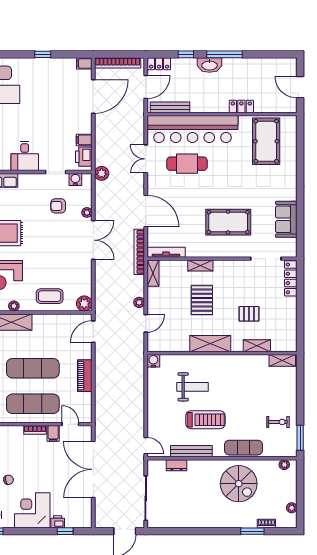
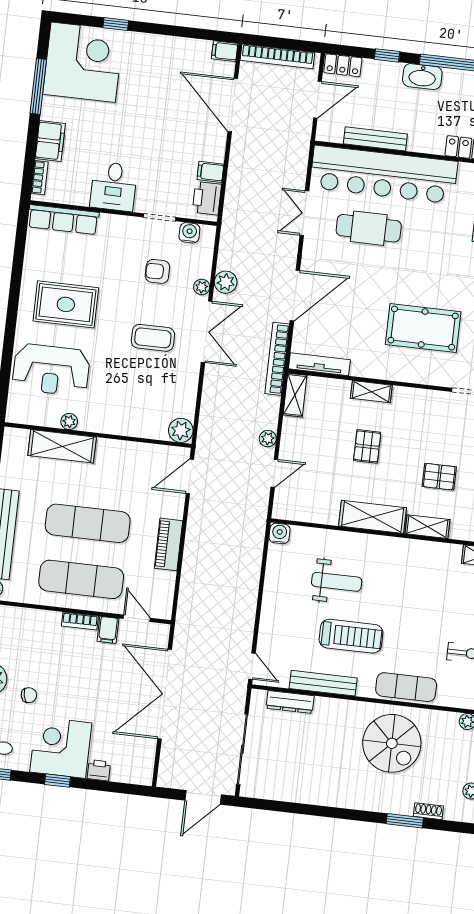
window: (43, 54) -> (116, 24), moved
door: (93, 97) -> (233, 105), swing flipped
bench: (170, 107) -> (375, 139), moved
plant: (102, 173) -> (226, 282), moved
door: (146, 211) -> (295, 295), hinge flipped
coffee table: (50, 296) -> (153, 338), moved
pallet: (202, 300) -> (367, 446), width x0.67, depth x0.71
shelving: (257, 346) -> (427, 527), moved
dresser: (177, 465) -> (290, 702), width x1.44
window: (65, 531) -> (58, 781), moved

